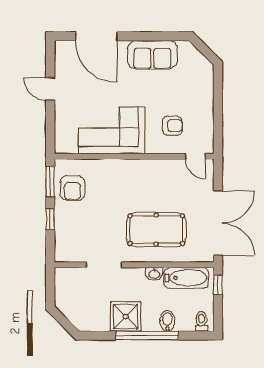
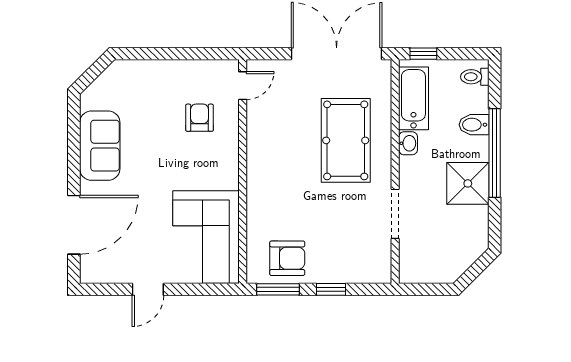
corner sofa: (112, 130) -> (206, 237), moved

